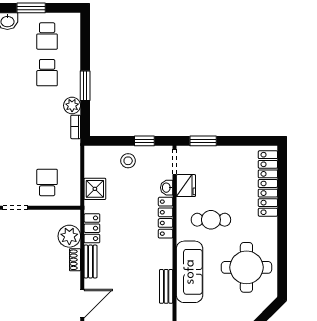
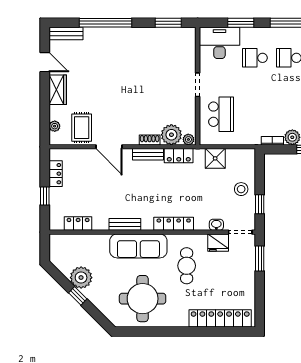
school desk: (47, 183) -> (221, 114), width x1.85
plant: (74, 218) -> (188, 139), added
locker: (166, 218) -> (174, 224), moved

